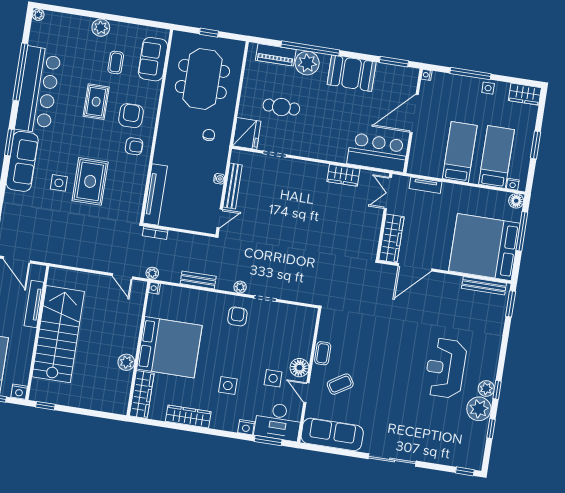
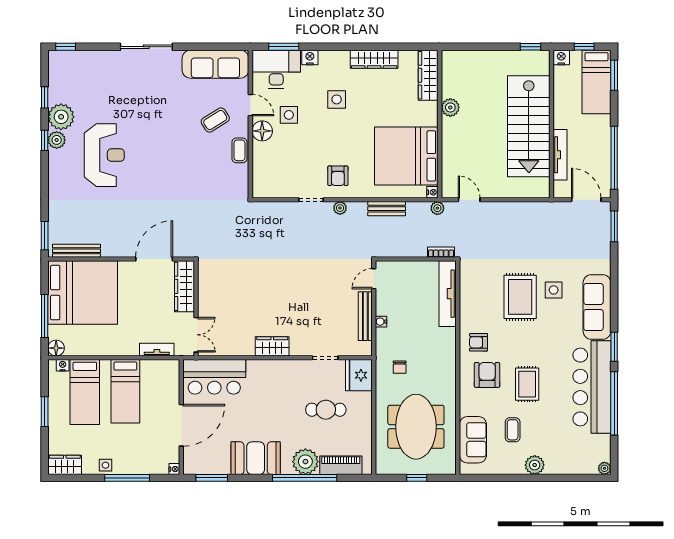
armchair: (131, 116) -> (487, 375), turned 180
window: (9, 142) -> (614, 347), moved
wardrobe: (343, 175) -> (272, 346), moved
bed: (169, 347) -> (406, 156), moved

